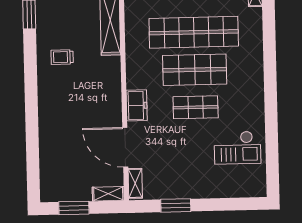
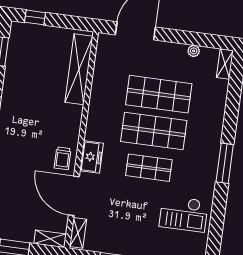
shop shelf: (194, 32) -> (159, 94), width x0.71
trolley: (62, 57) -> (63, 158), moved, turned -90
window: (270, 91) -> (225, 163), added

